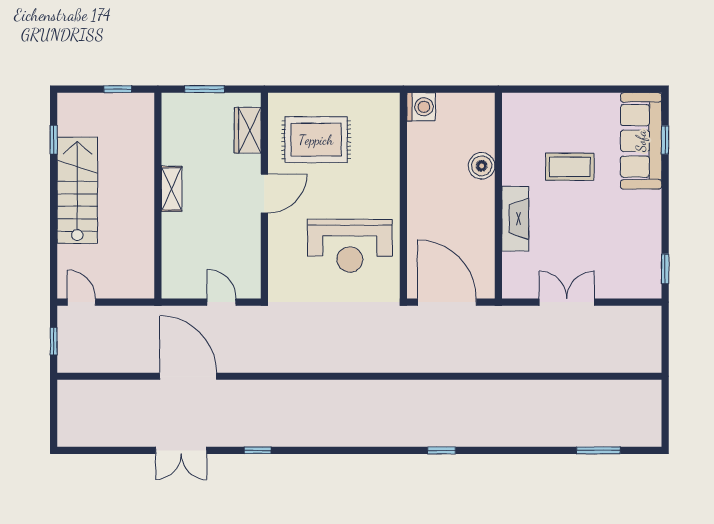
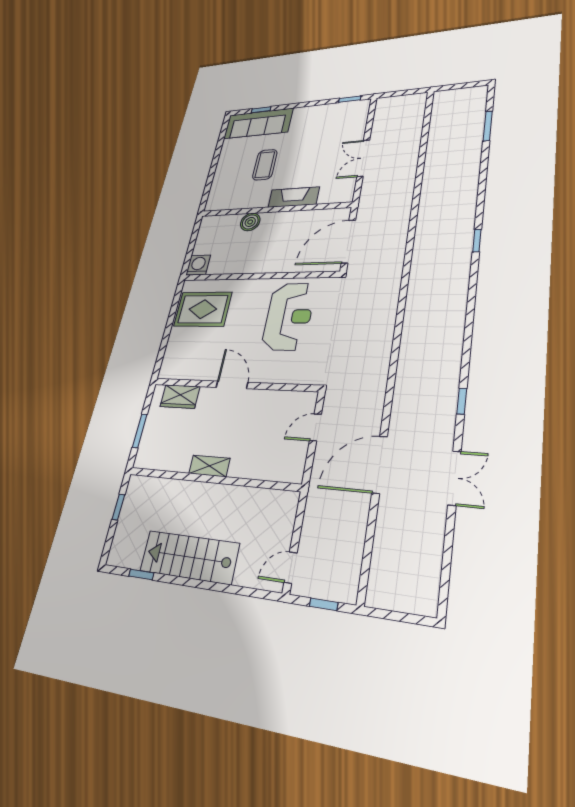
rug: (316, 140) -> (203, 309), moved, turned 90

